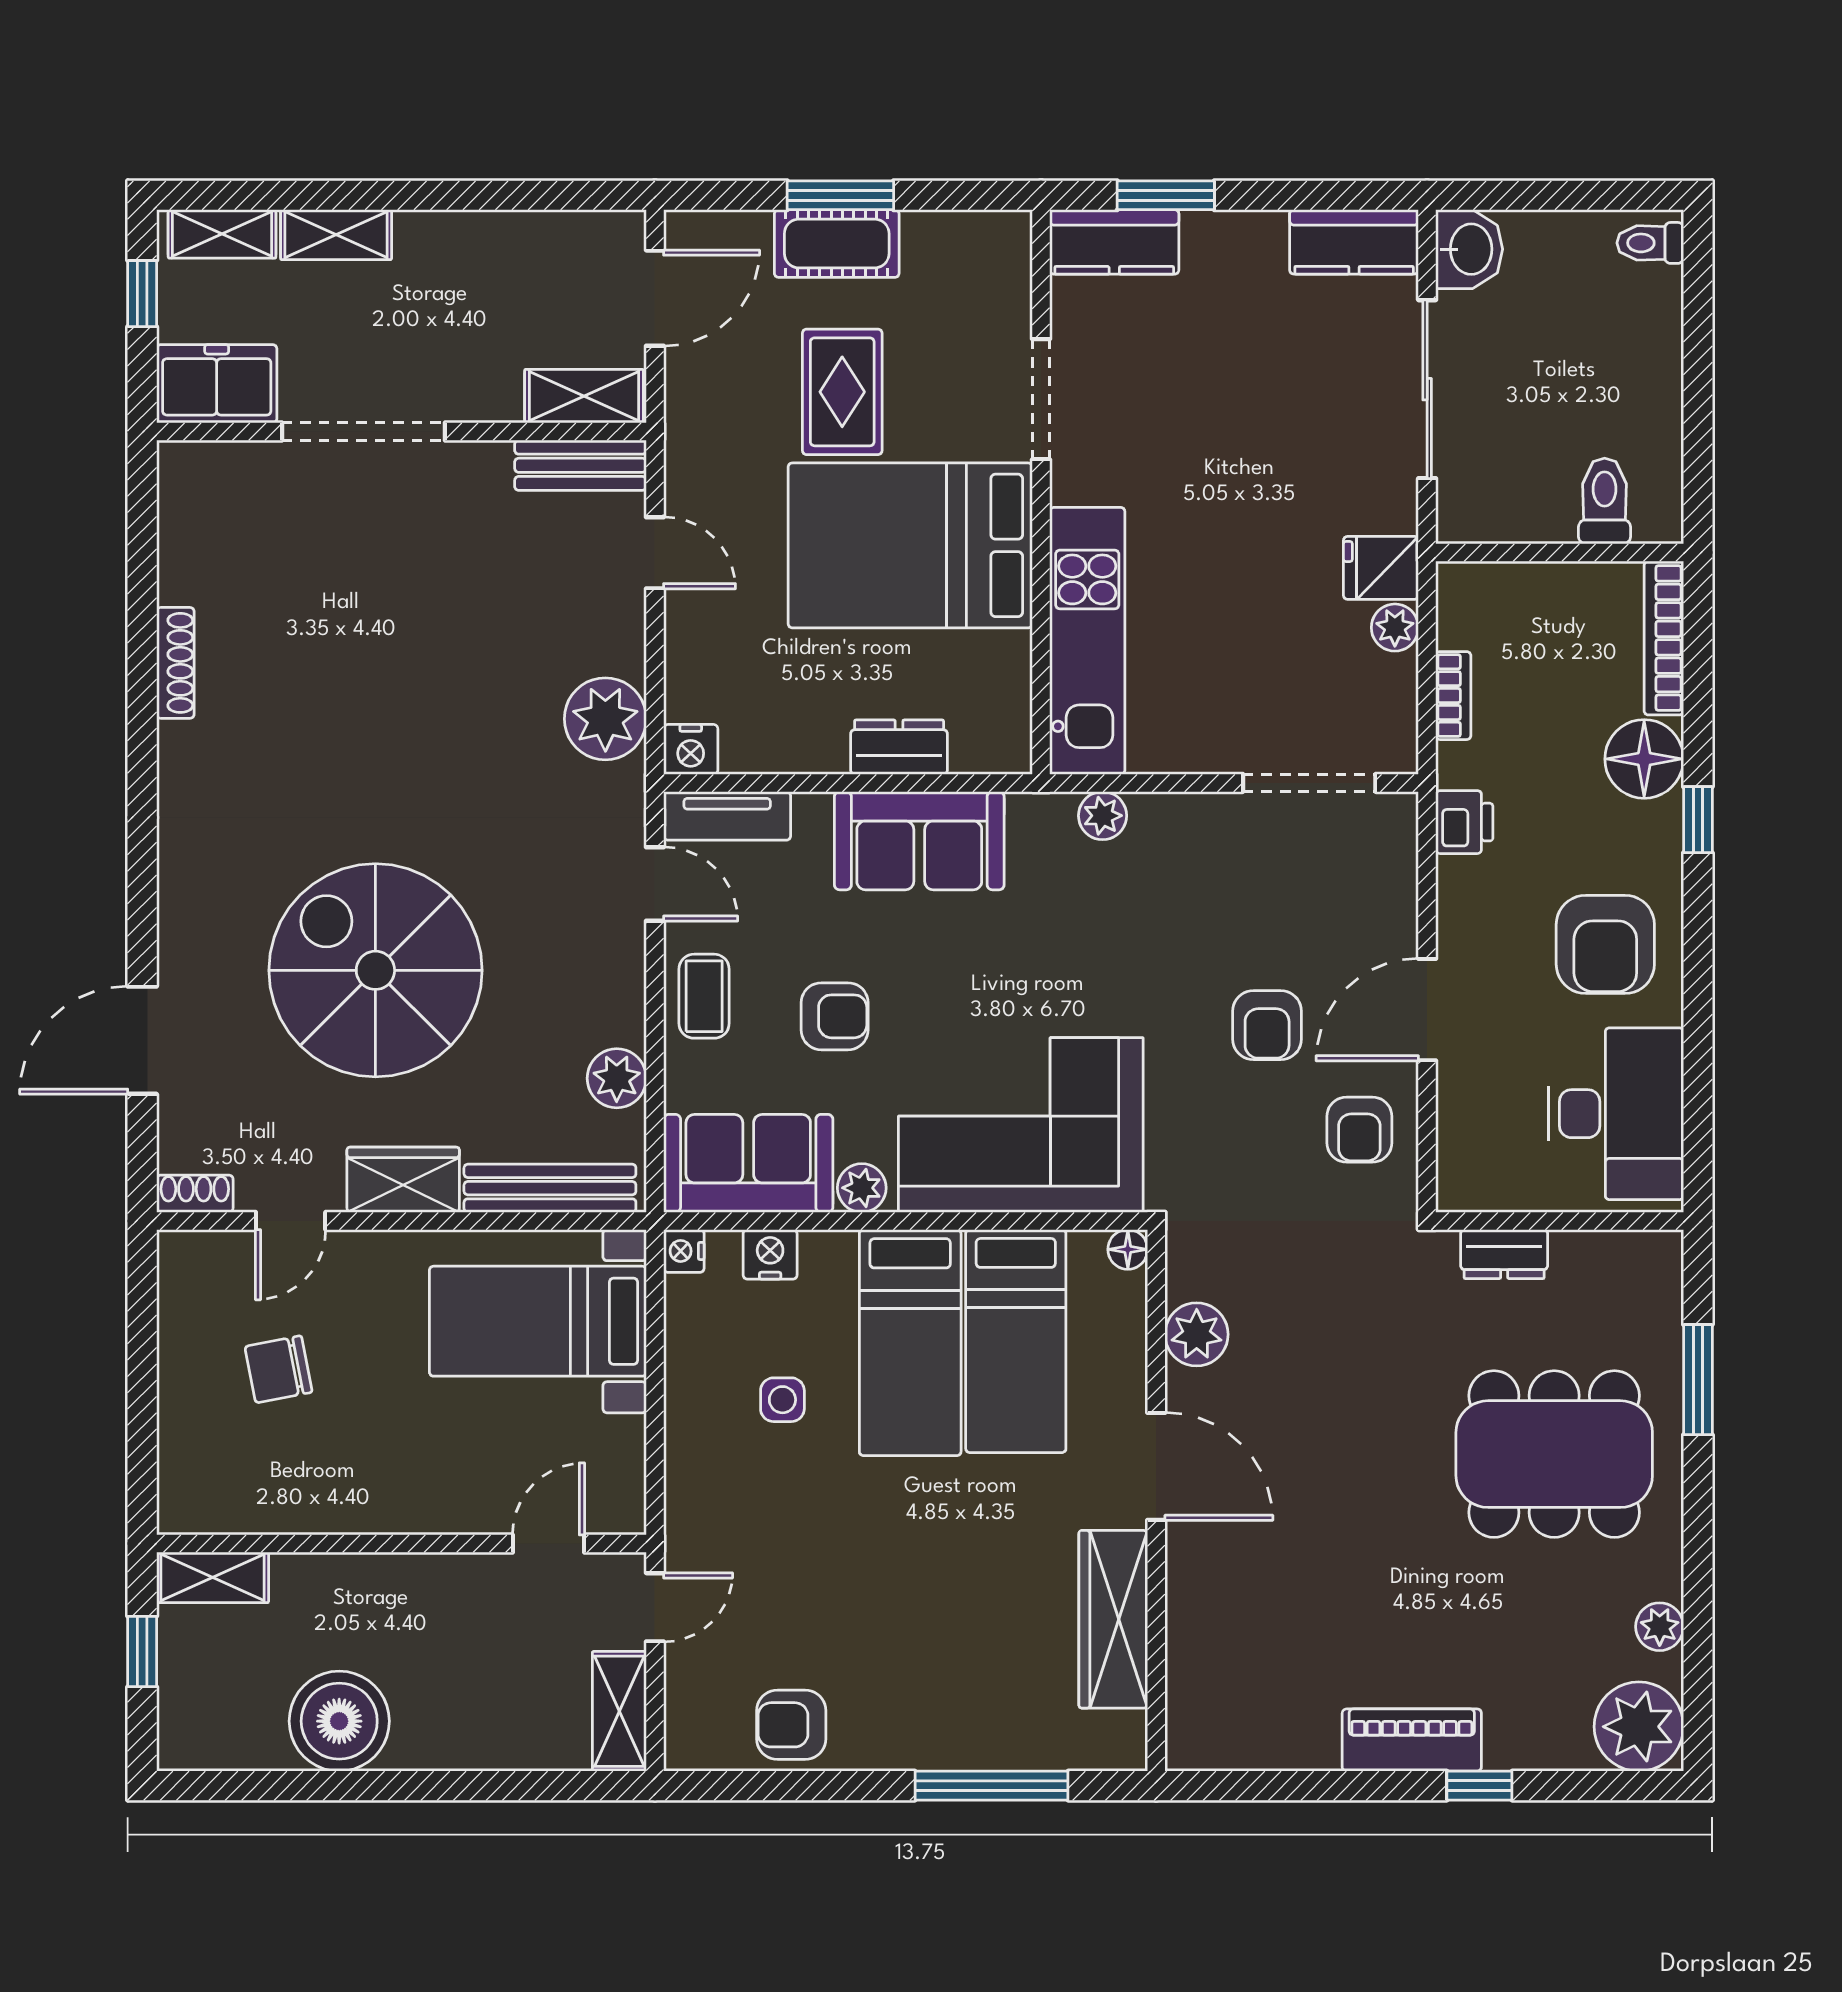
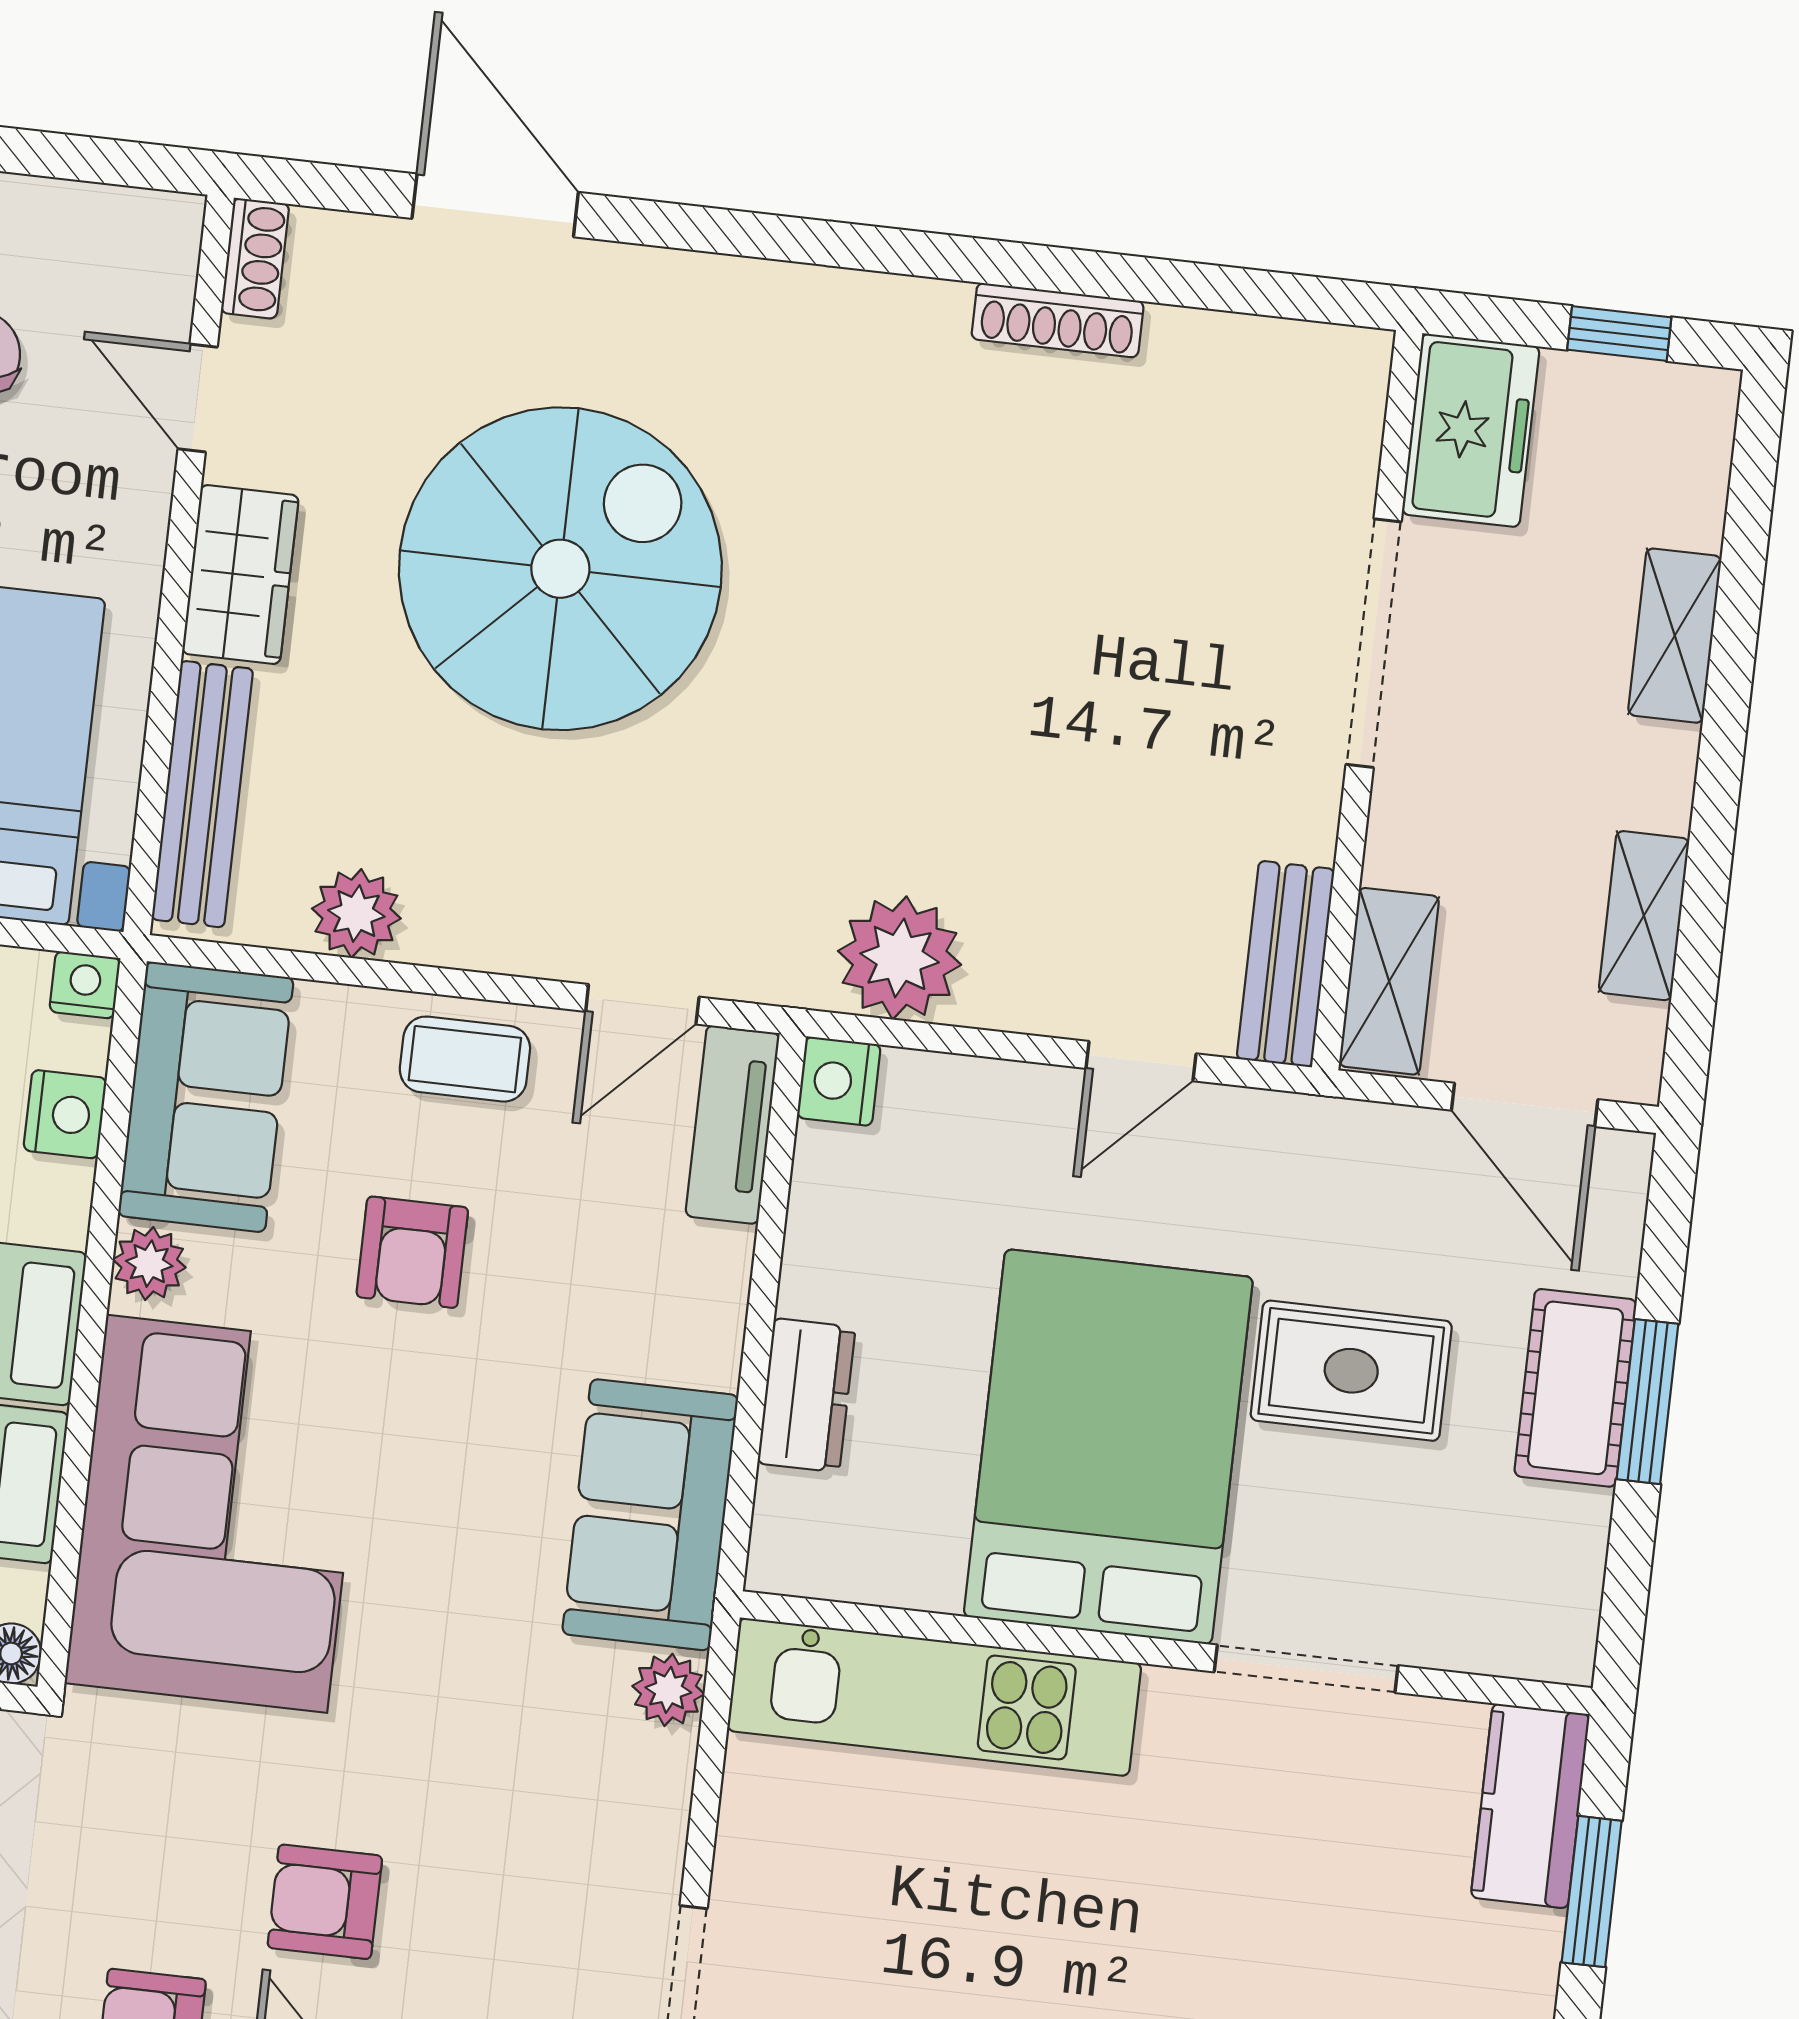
shelving: (222, 234) -> (1644, 916), moved
sofa: (919, 841) -> (650, 1515), moved

